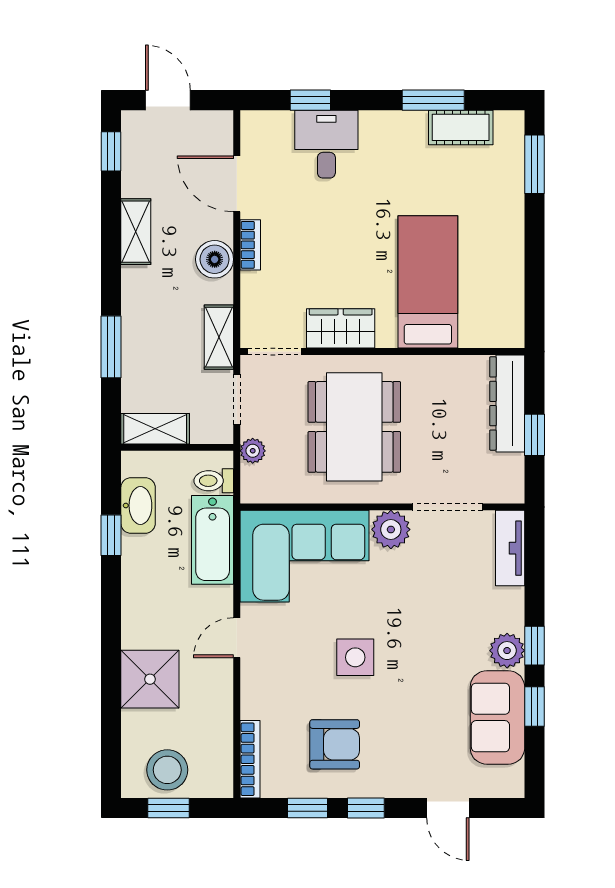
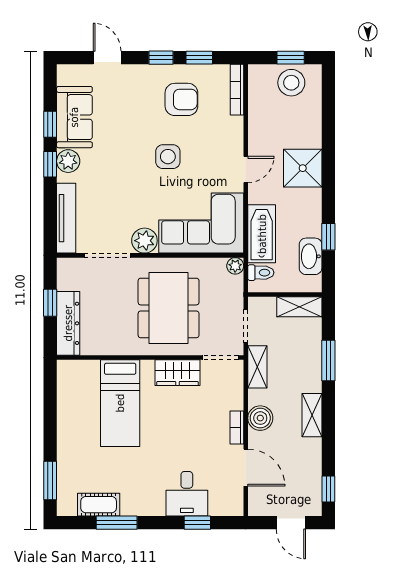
shelving: (136, 232) -> (312, 415), moved
plant: (253, 451) -> (235, 266), moved
tv unit: (510, 548) -> (66, 218), width x1.41
shower: (150, 679) -> (303, 168), moved
armchair: (335, 744) -> (181, 99), turned 180

